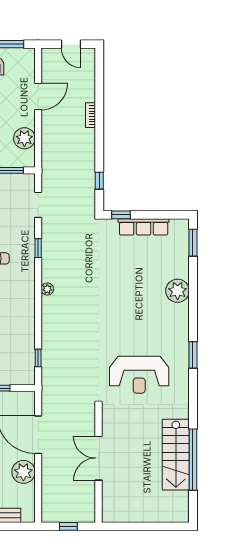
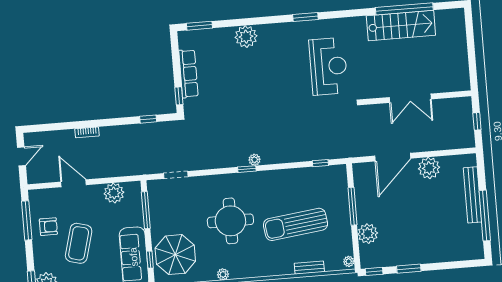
window: (38, 248) -> (247, 169), moved

